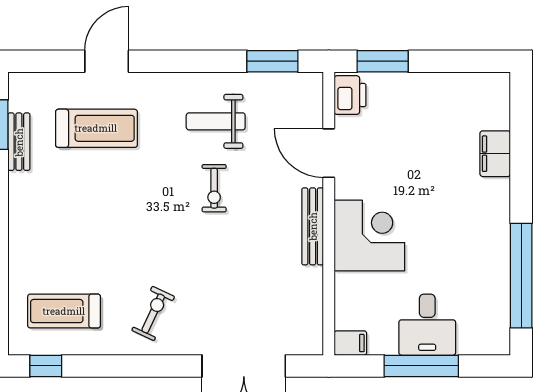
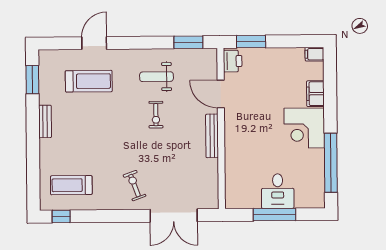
bench: (19, 142) -> (45, 121), moved
corner desk: (369, 235) -> (304, 128), moved, turned 180
exercise bike: (153, 313) -> (135, 186), moved, turned -45
filing cabinet: (350, 343) -> (314, 54), moved, turned 180

